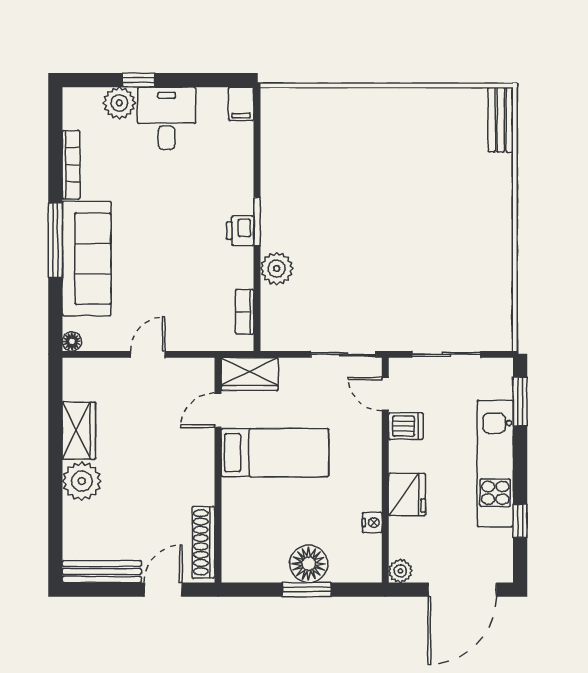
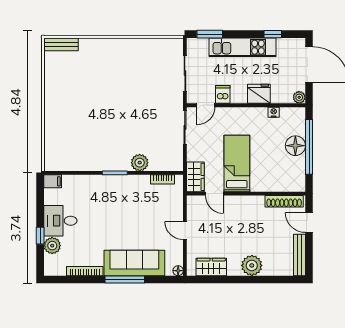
printer: (240, 231) -> (120, 182), removed
wardrobe: (79, 431) -> (211, 267), moved
window: (307, 590) -> (309, 147), width x2.11

